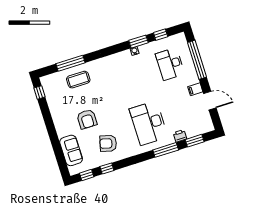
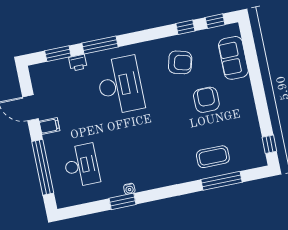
window: (161, 35) -> (90, 208), removed

